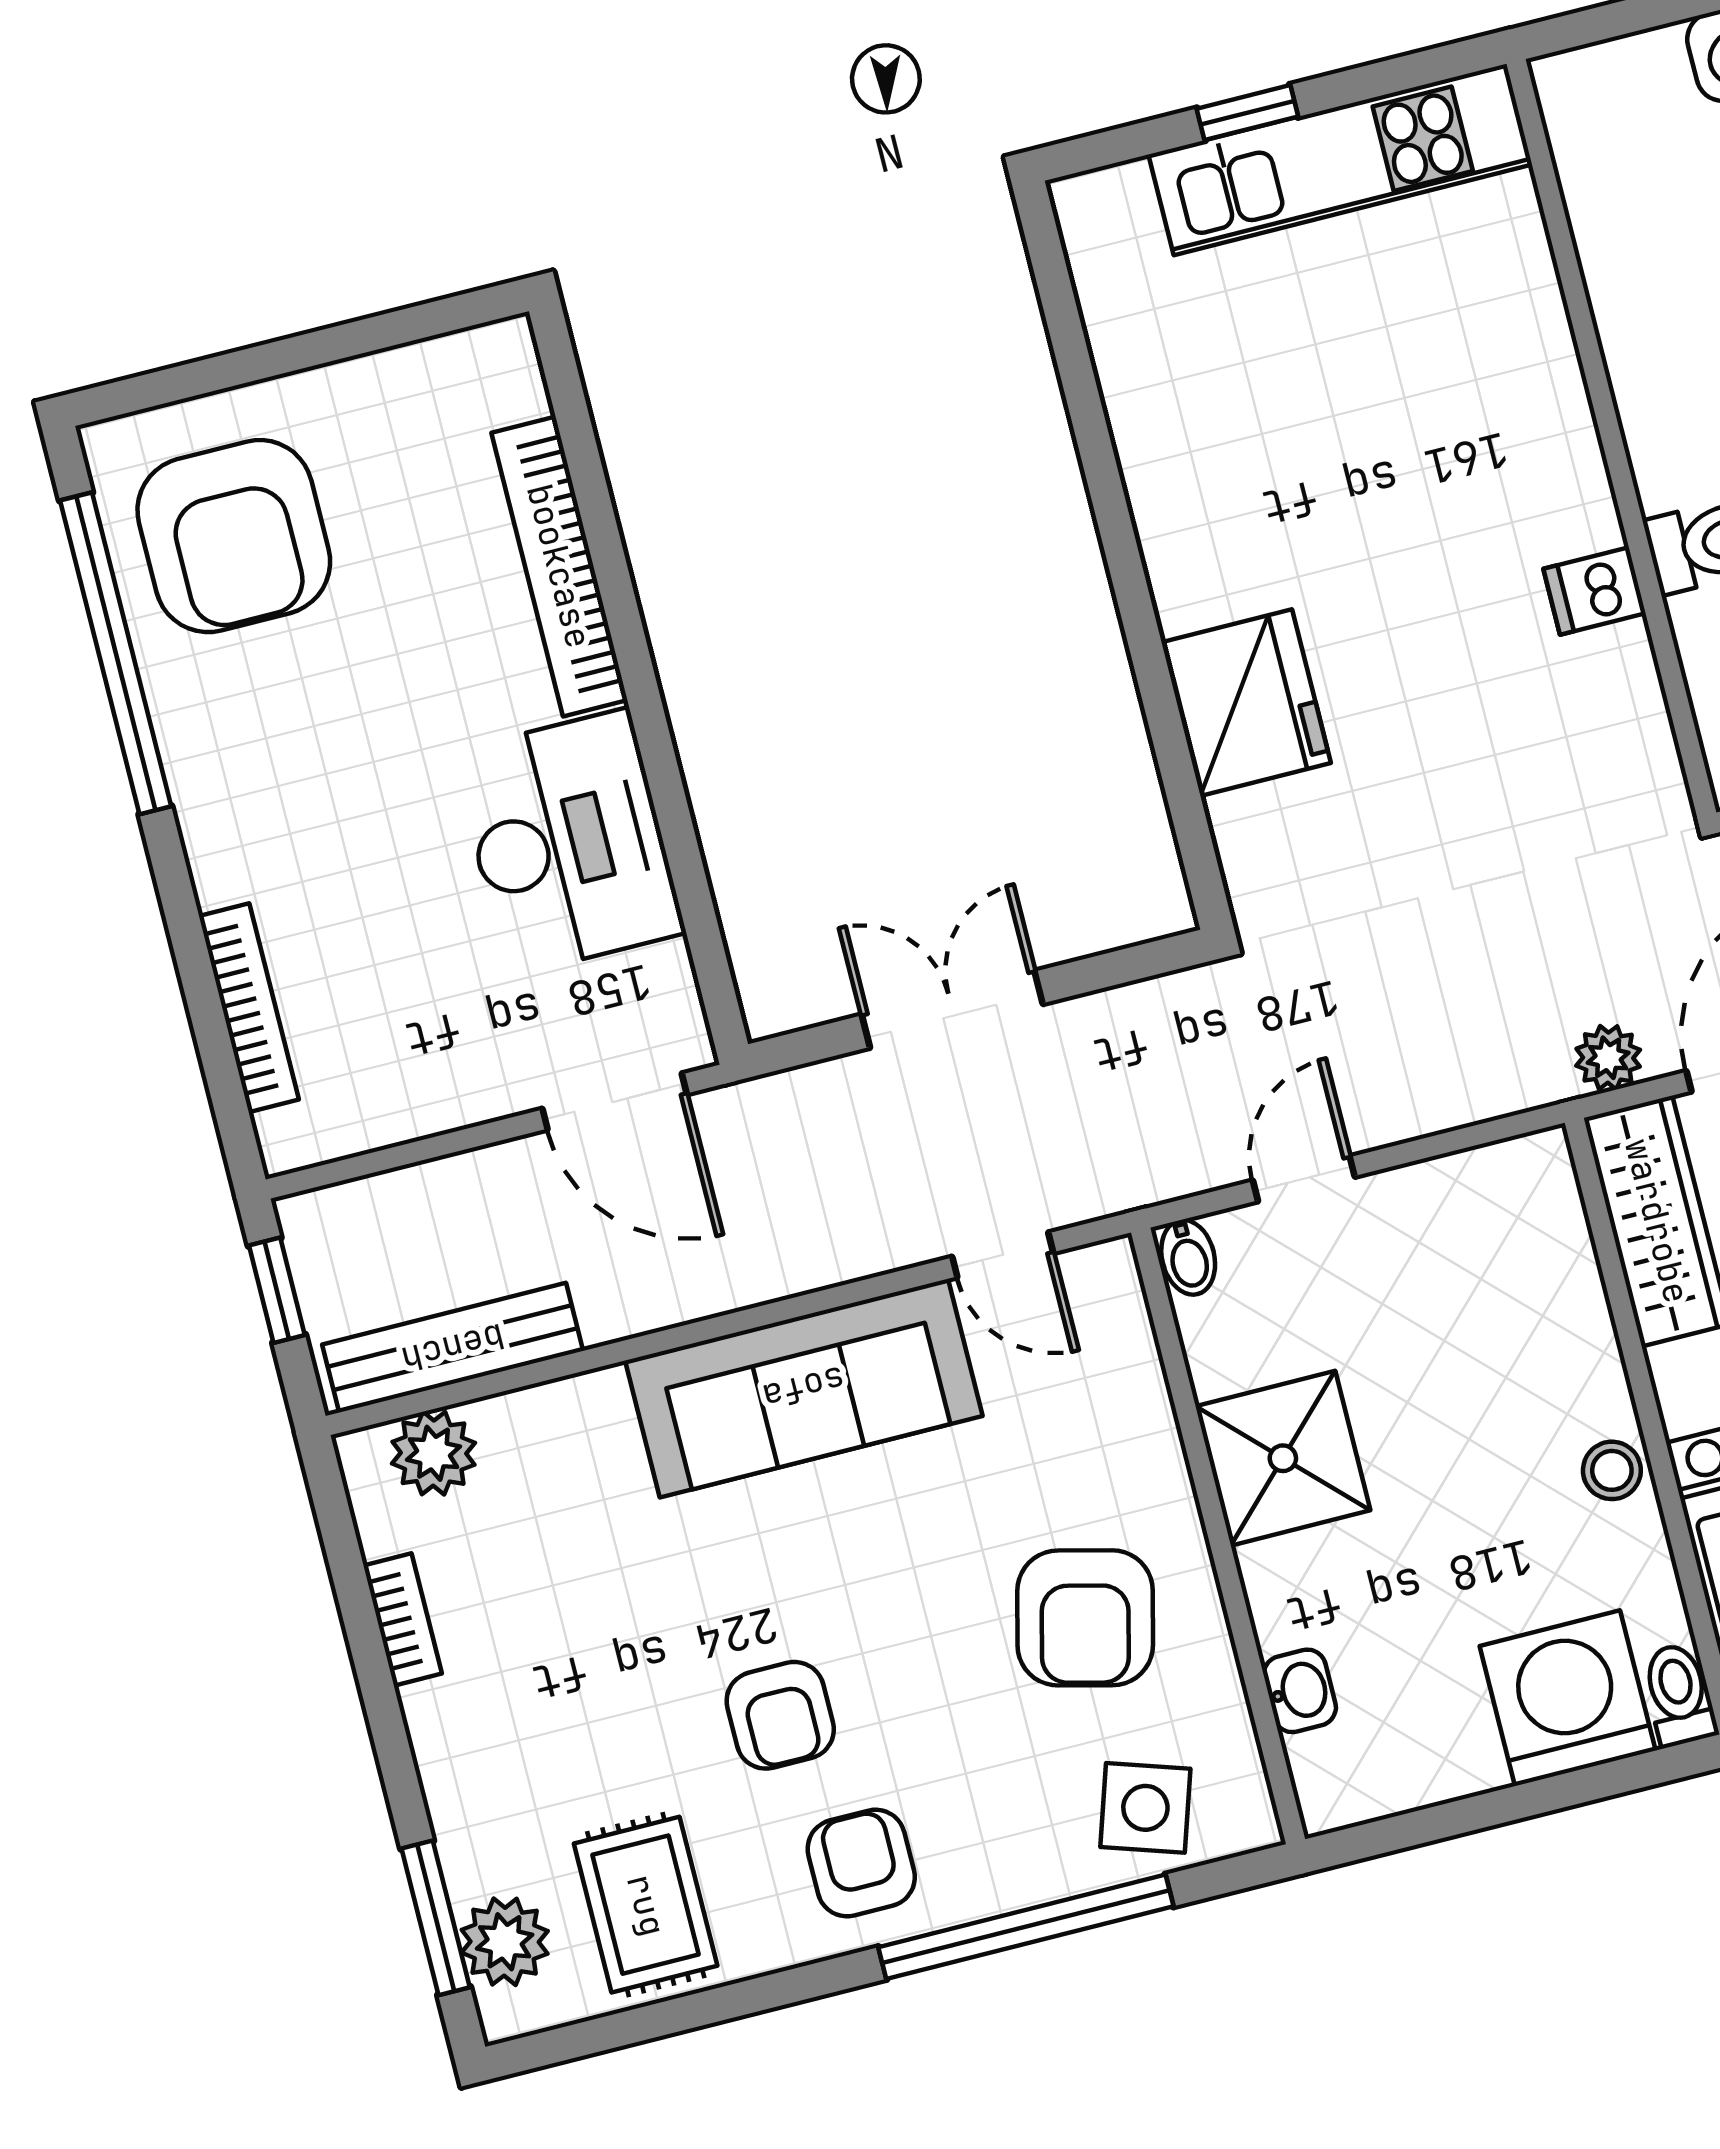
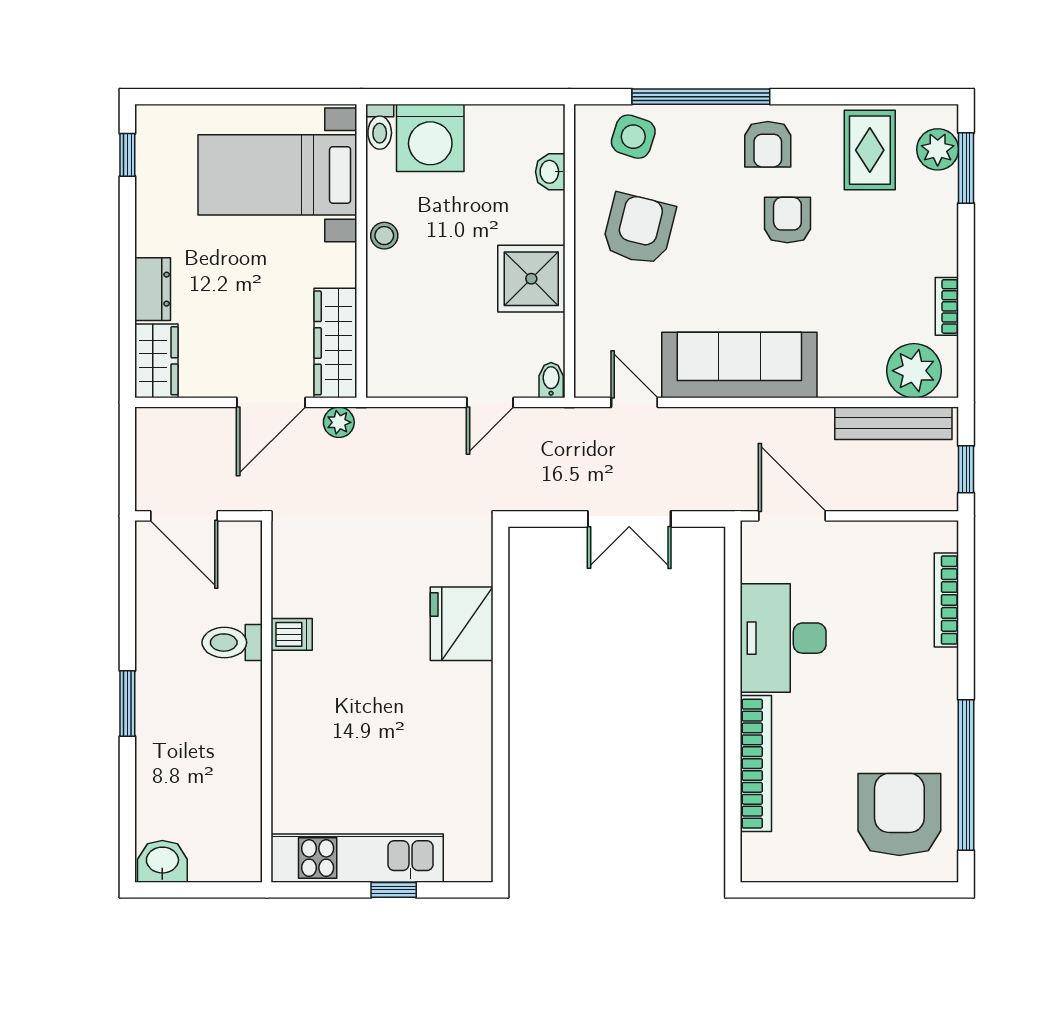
plant: (434, 1453) -> (914, 371), width x1.36, depth x1.36

